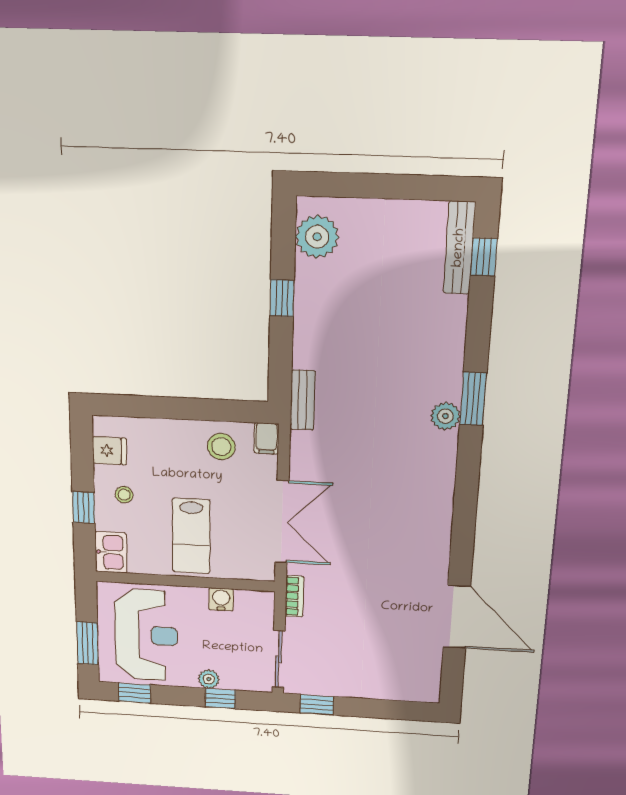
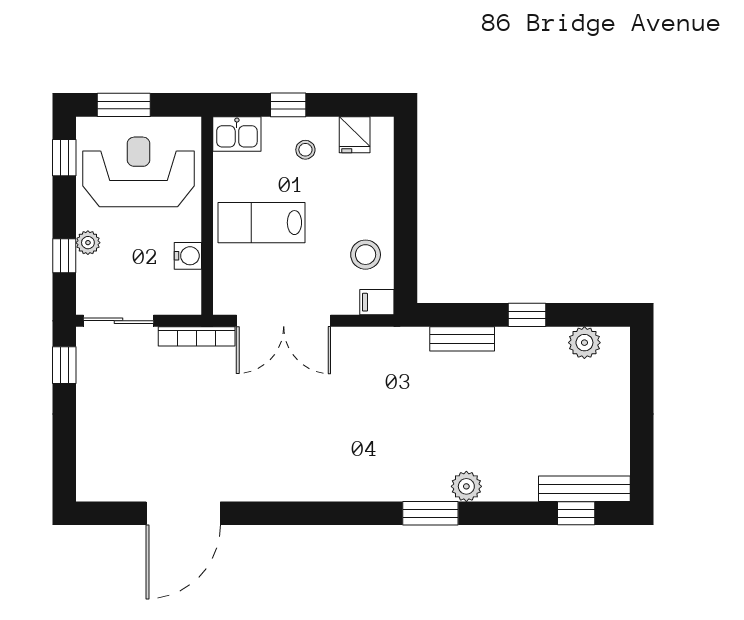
plant: (317, 237) -> (584, 343), width x0.73, depth x0.73
bench: (303, 400) -> (462, 339), moved
plant: (445, 416) -> (466, 486), moved
bookcase: (294, 596) -> (197, 336), width x1.56
reception desk: (146, 635) -> (139, 172), turned 180

